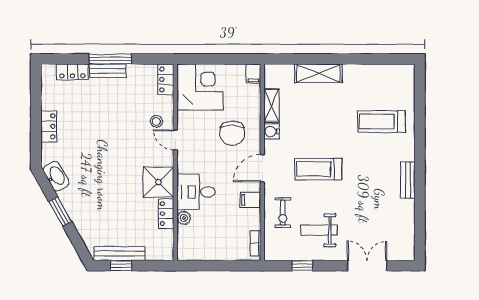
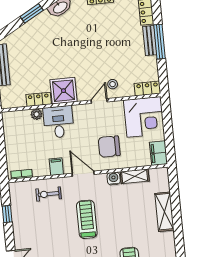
filing cabinet: (253, 74) -> (158, 153), width x2.00
weight bench: (319, 230) -> (37, 225), removed

